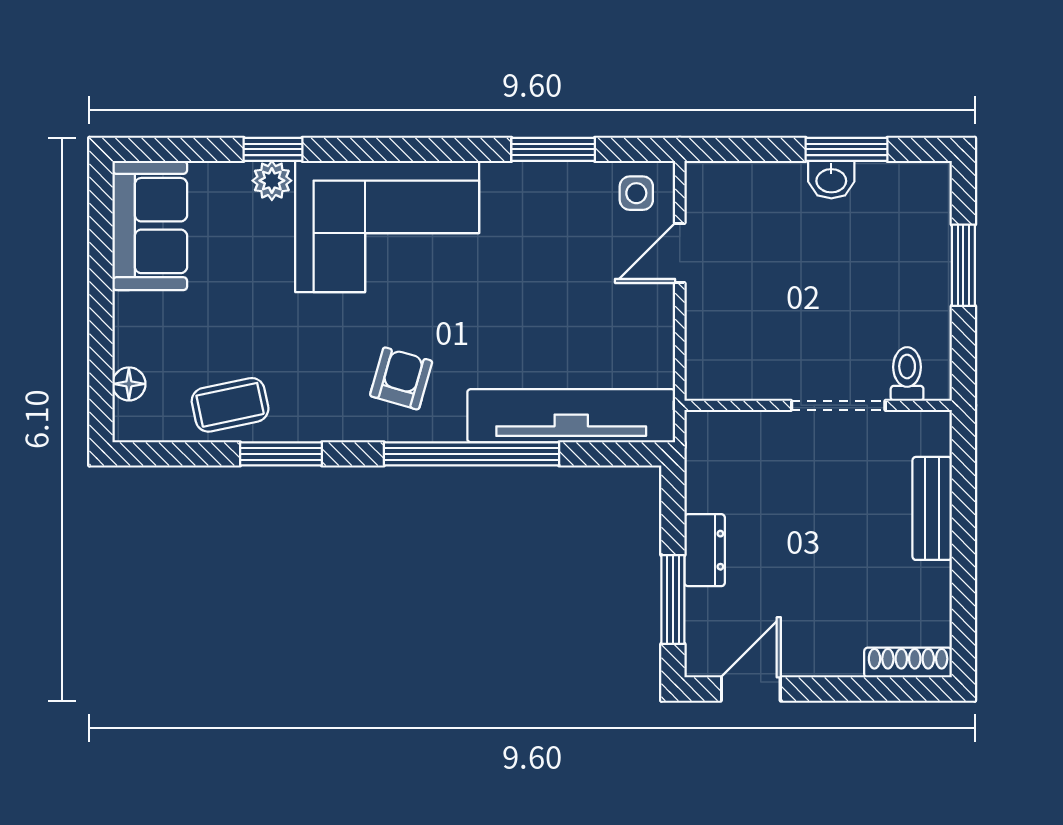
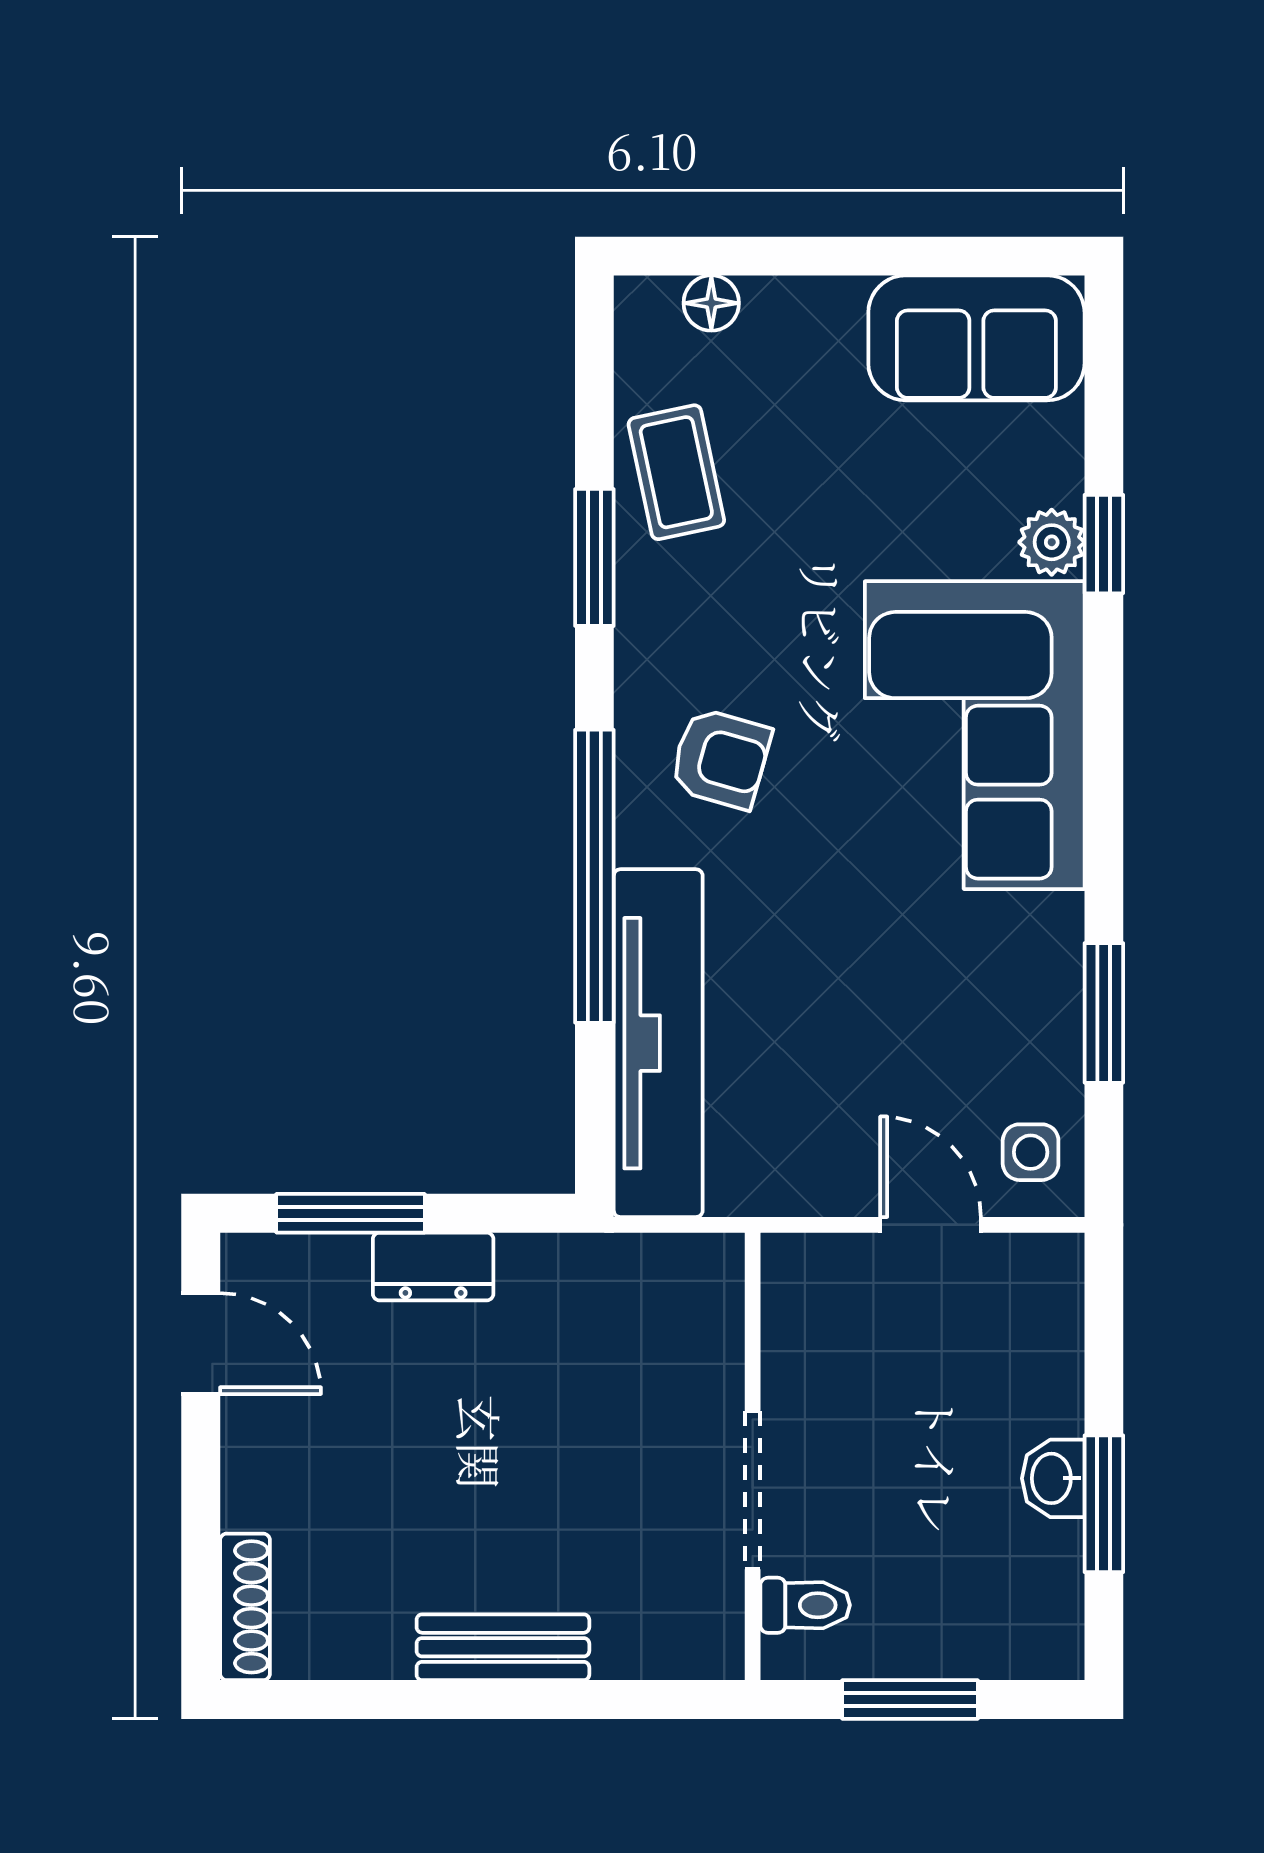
toilet: (907, 374) -> (805, 1605), moved
wall: (818, 405) -> (753, 1456), moved
doorway: (838, 405) -> (753, 1490), moved

